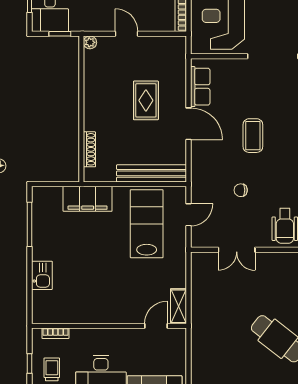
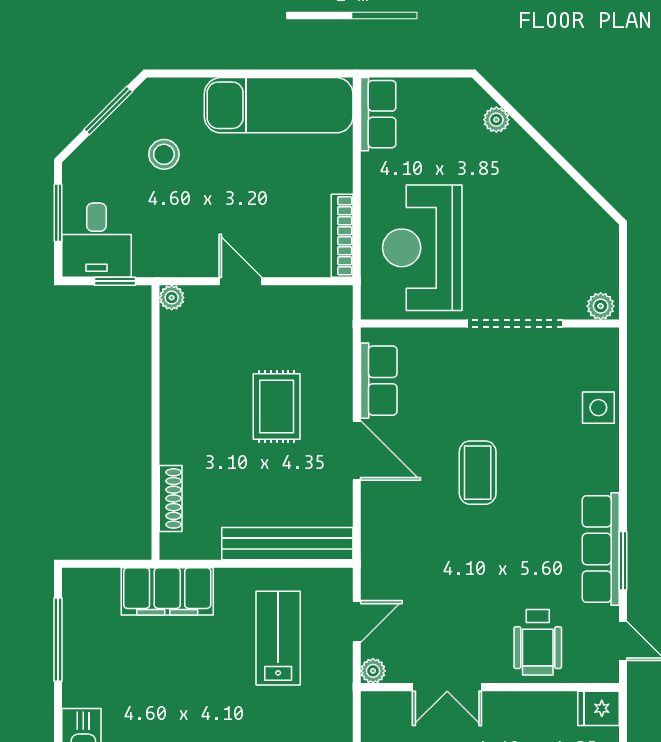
chair: (241, 190) -> (455, 575), removed
lab bench: (147, 224) -> (278, 638), width x0.73, depth x0.72
plant: (197, 241) -> (373, 671), added

